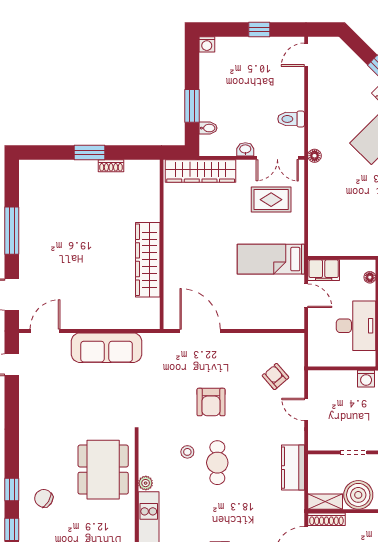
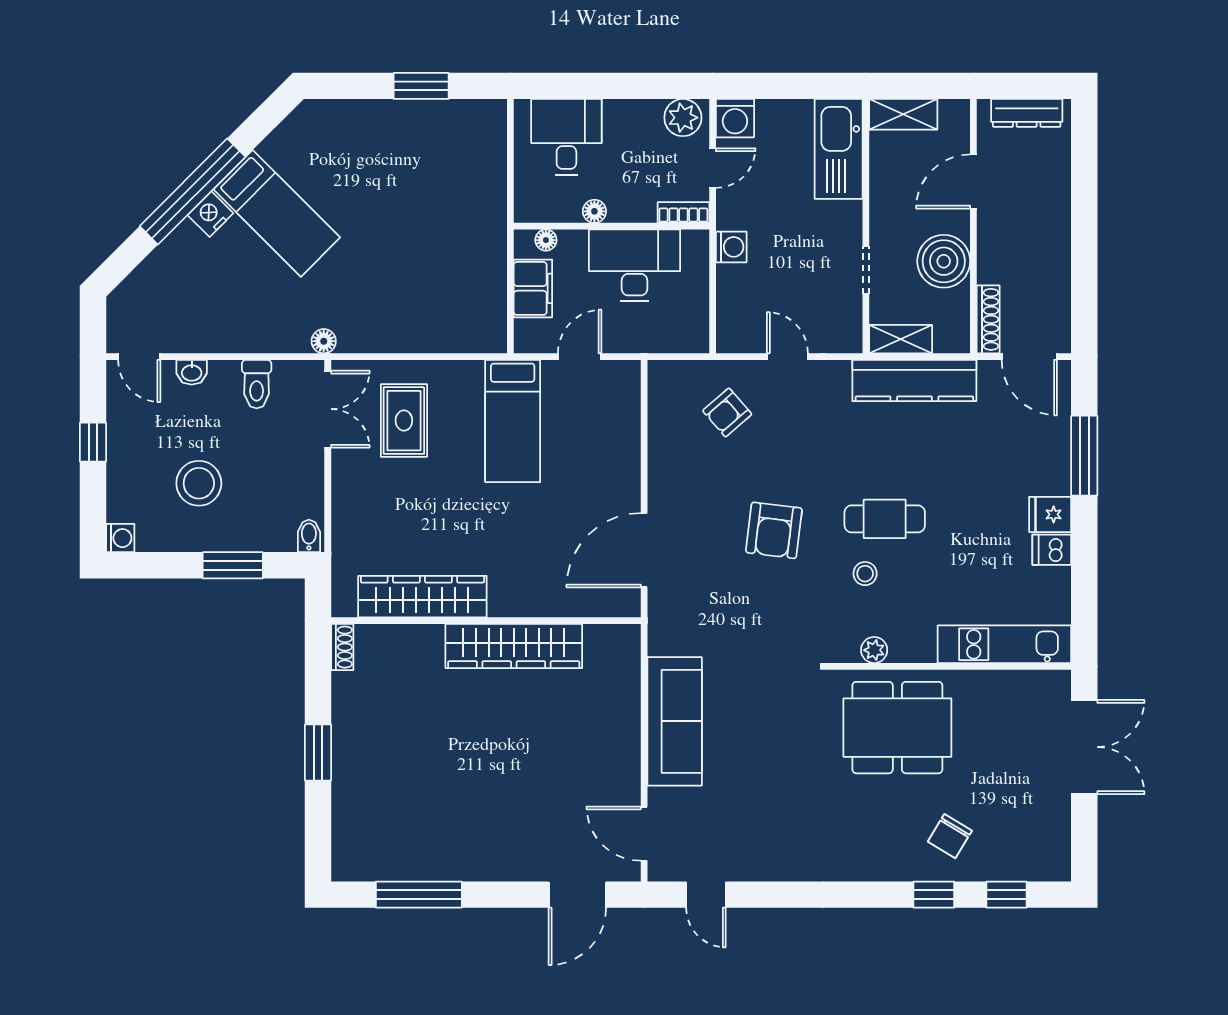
stool: (237, 87) -> (199, 483), added
bidet: (208, 128) -> (309, 536), moved
washbasin: (245, 149) -> (192, 372), moved, turned -90
shoe rack: (111, 166) -> (342, 647), moved
wardrobe: (201, 171) -> (422, 597), moved, turned -90
window: (12, 231) -> (419, 895), moved
filing cabinet: (324, 270) -> (533, 288), moved
armchair: (211, 402) -> (774, 530), turned 97
door: (306, 409) -> (787, 357), swing flipped
kitchen counter: (293, 468) -> (914, 381), width x1.50
plant: (146, 483) -> (874, 650), moved
shelving: (325, 502) -> (901, 339), moved, turned 90

